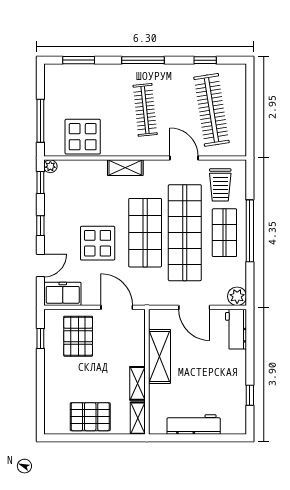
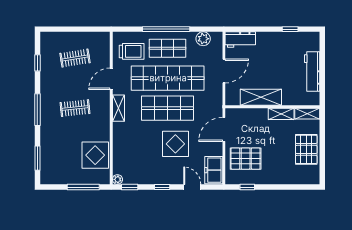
clothes rail: (145, 110) -> (75, 108), width x0.73
clothes rail: (211, 110) -> (75, 58), width x0.54, depth x0.76
shelving: (125, 168) -> (119, 108), moved
plant: (237, 296) -> (203, 39), moved

